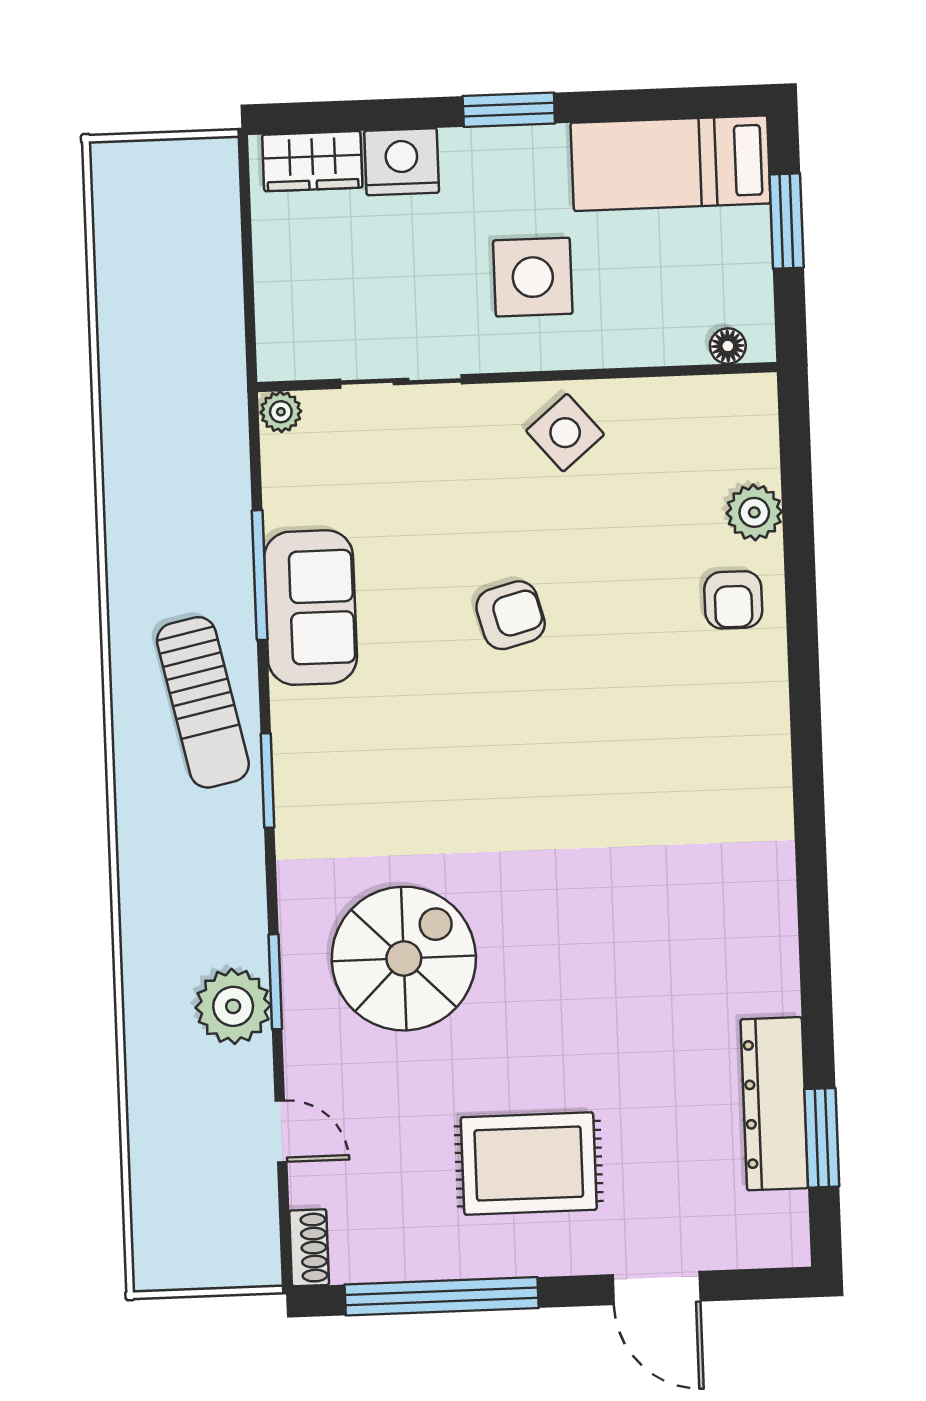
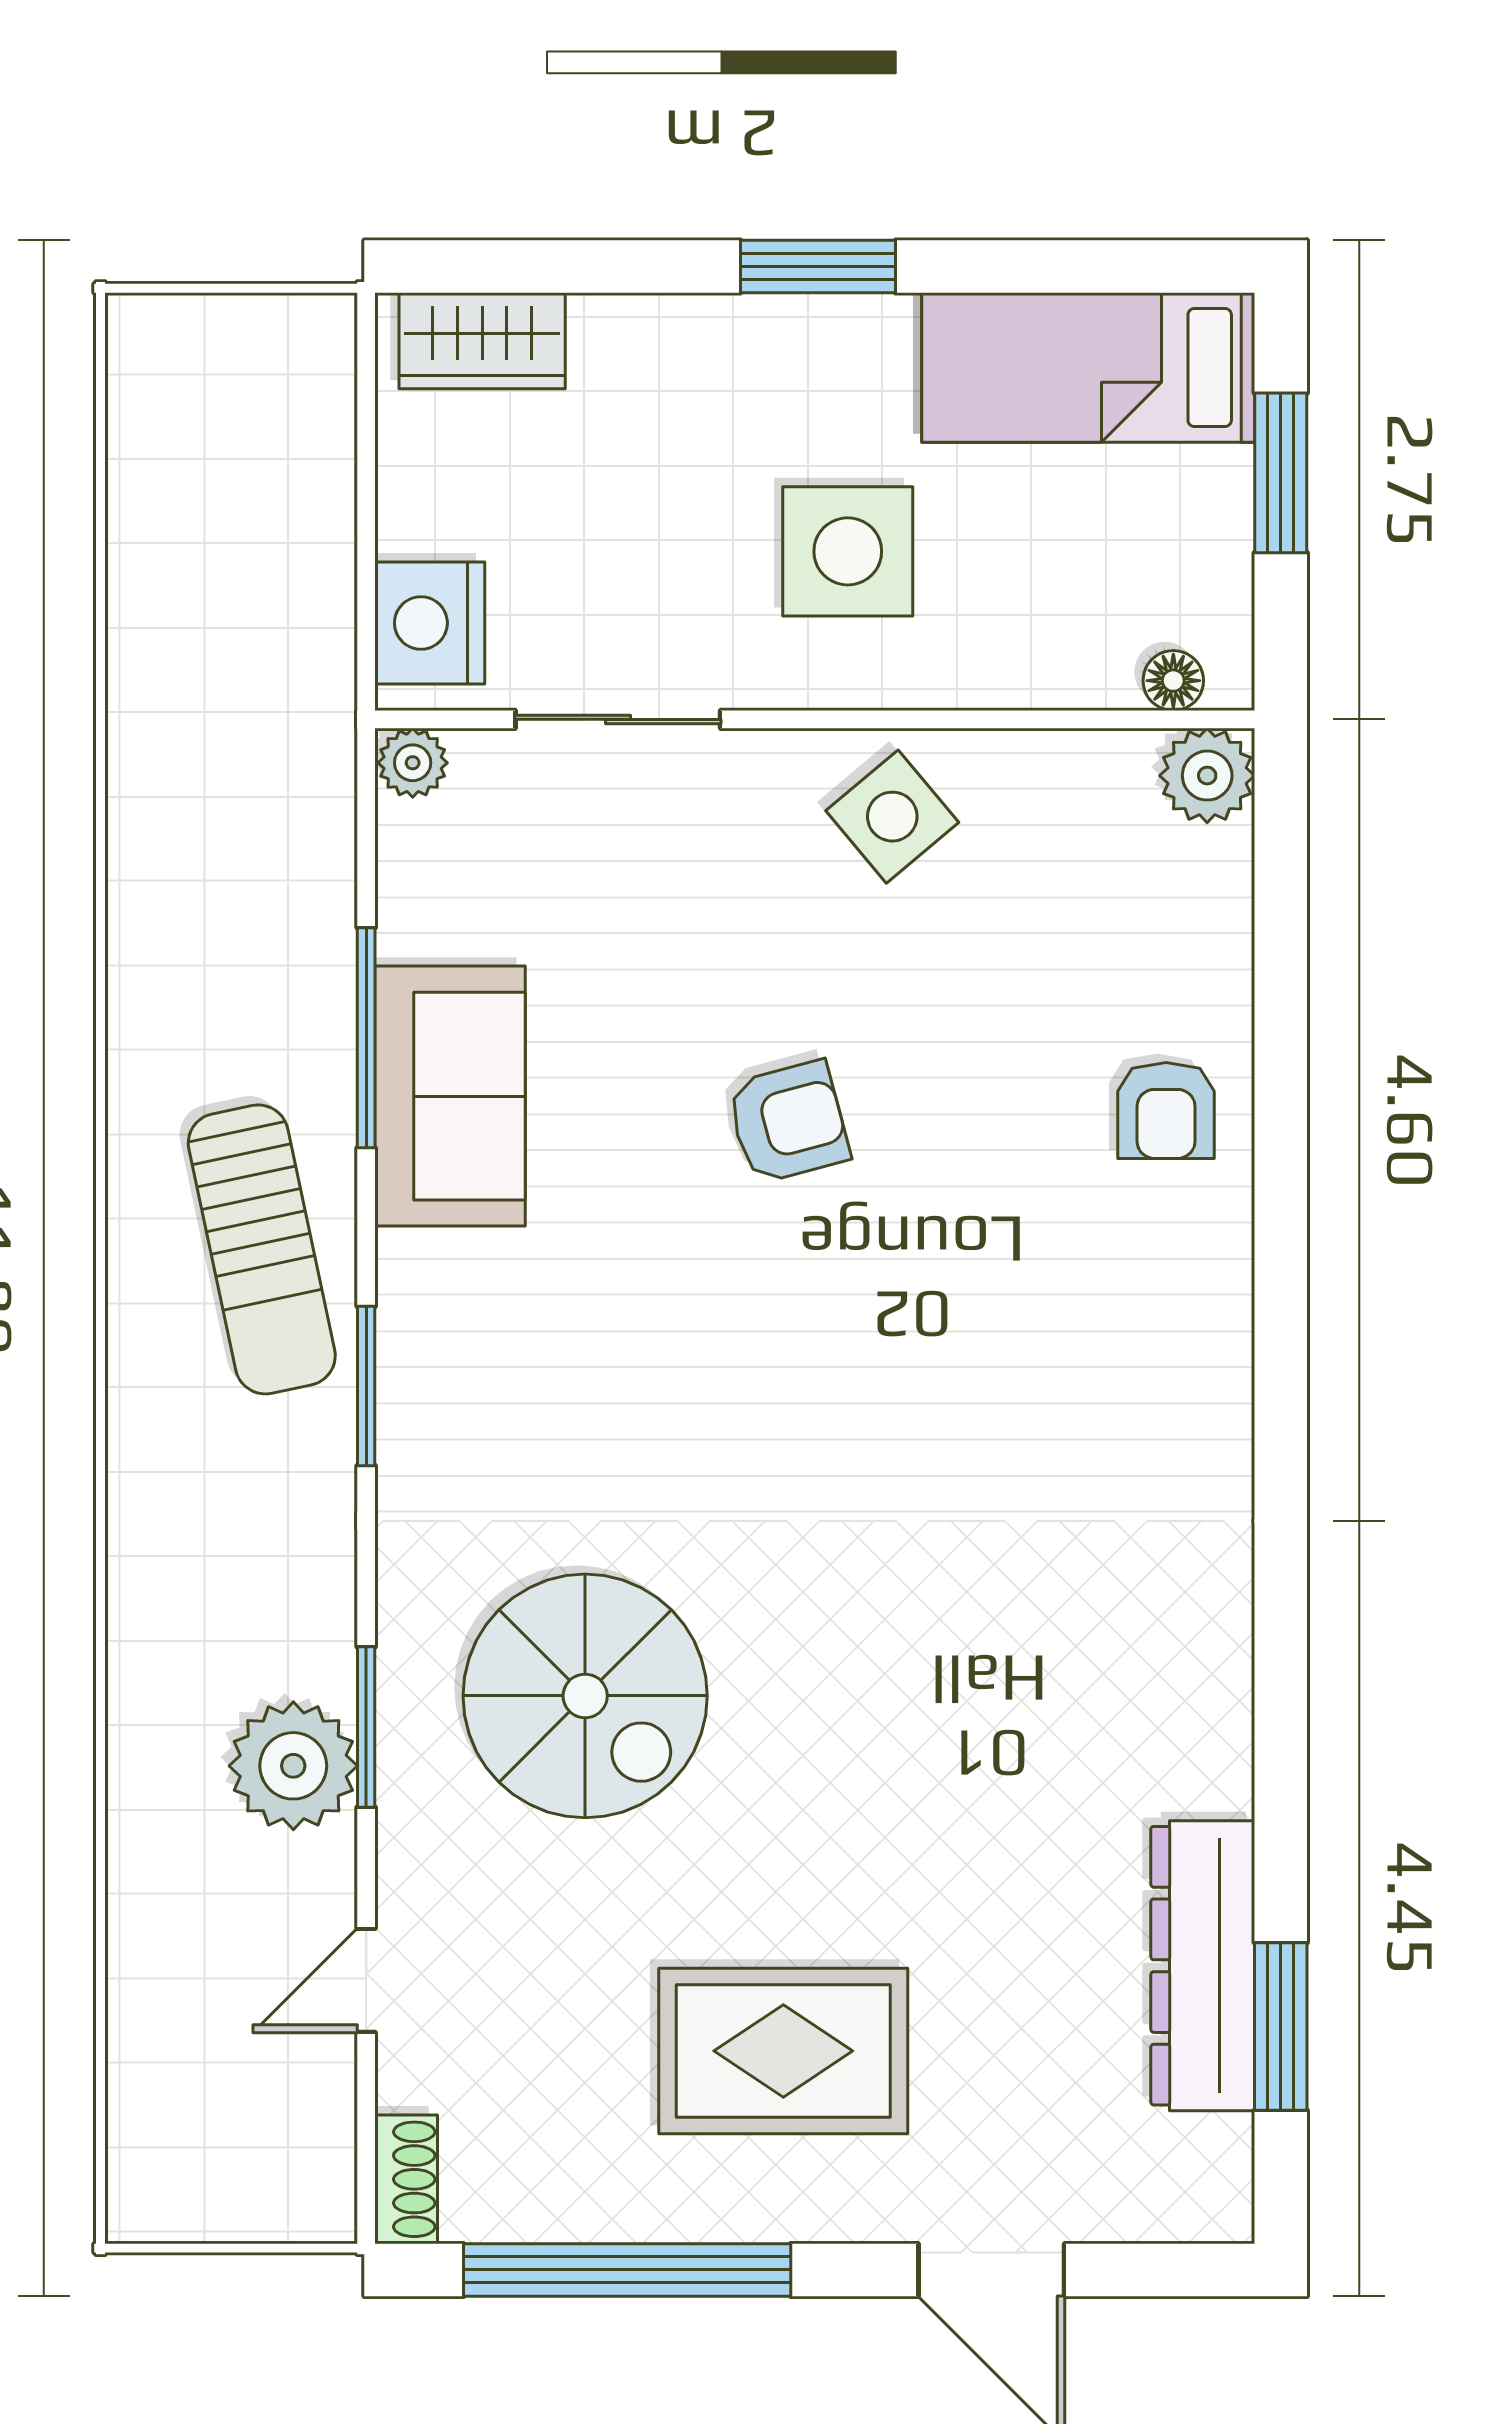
nightstand: (402, 162) -> (430, 623), moved, turned -90
plant: (754, 512) -> (1207, 776), moved
spiral stairs: (404, 959) -> (585, 1696), turned 90
door: (281, 1131) -> (366, 1980), swing flipped

